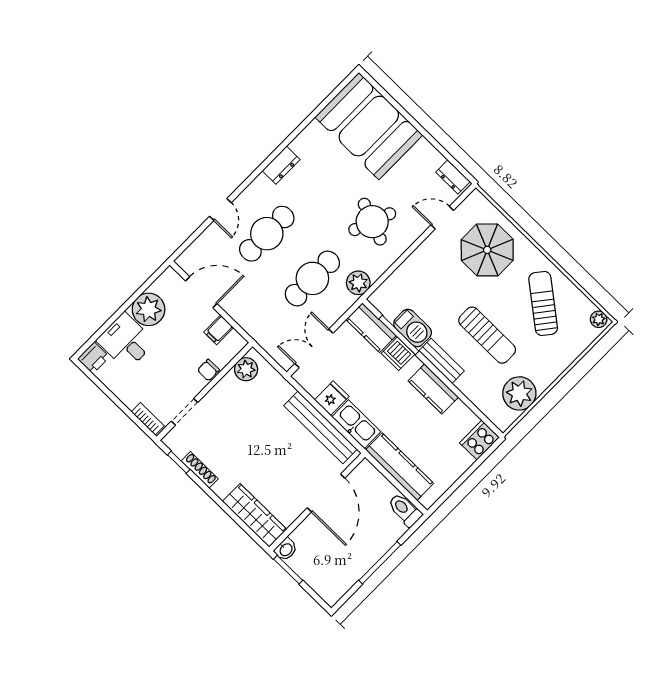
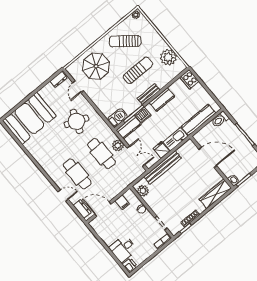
dresser: (281, 165) -> (82, 209), moved
plant: (358, 283) -> (118, 146), moved
door: (201, 292) -> (103, 209), hinge flipped
plant: (149, 309) -> (109, 236), removed
barbecue: (413, 328) -> (118, 118), moved
double door: (314, 348) -> (136, 156), swing flipped
bench: (320, 427) -> (163, 167), moved

